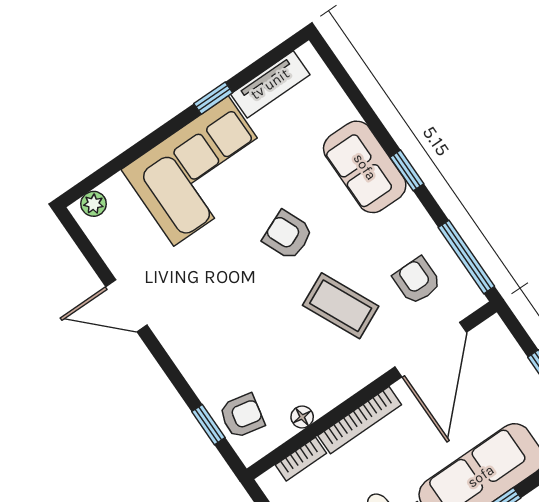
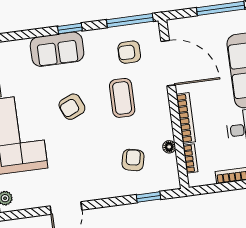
coffee table: (341, 306) -> (122, 98), turned -65
armchair: (242, 416) -> (133, 160), moved

